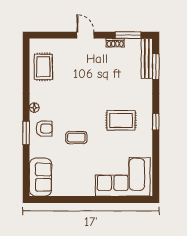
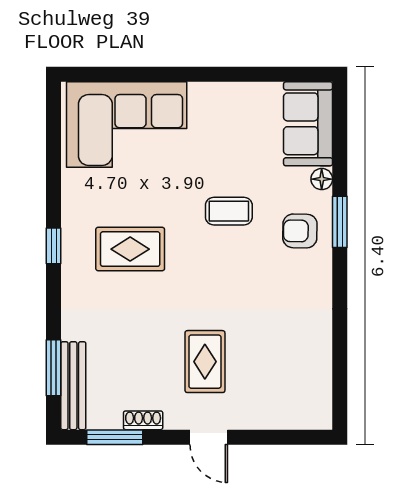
rug: (43, 67) -> (205, 362), moved
floor lamp: (34, 108) -> (322, 179), moved

